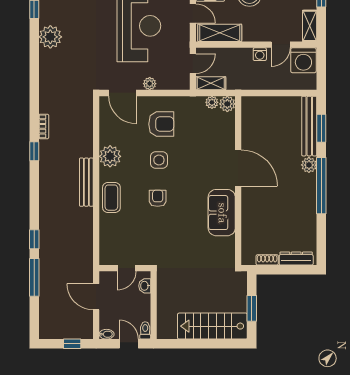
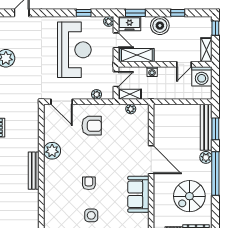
washing machine: (260, 54) -> (152, 72), moved
plant: (150, 84) -> (97, 94), moved
plant: (227, 104) -> (143, 110), removed
side table: (159, 160) -> (91, 215), moved
coffee table: (111, 198) -> (53, 183), removed
spiral stairs: (288, 215) -> (189, 196), added

